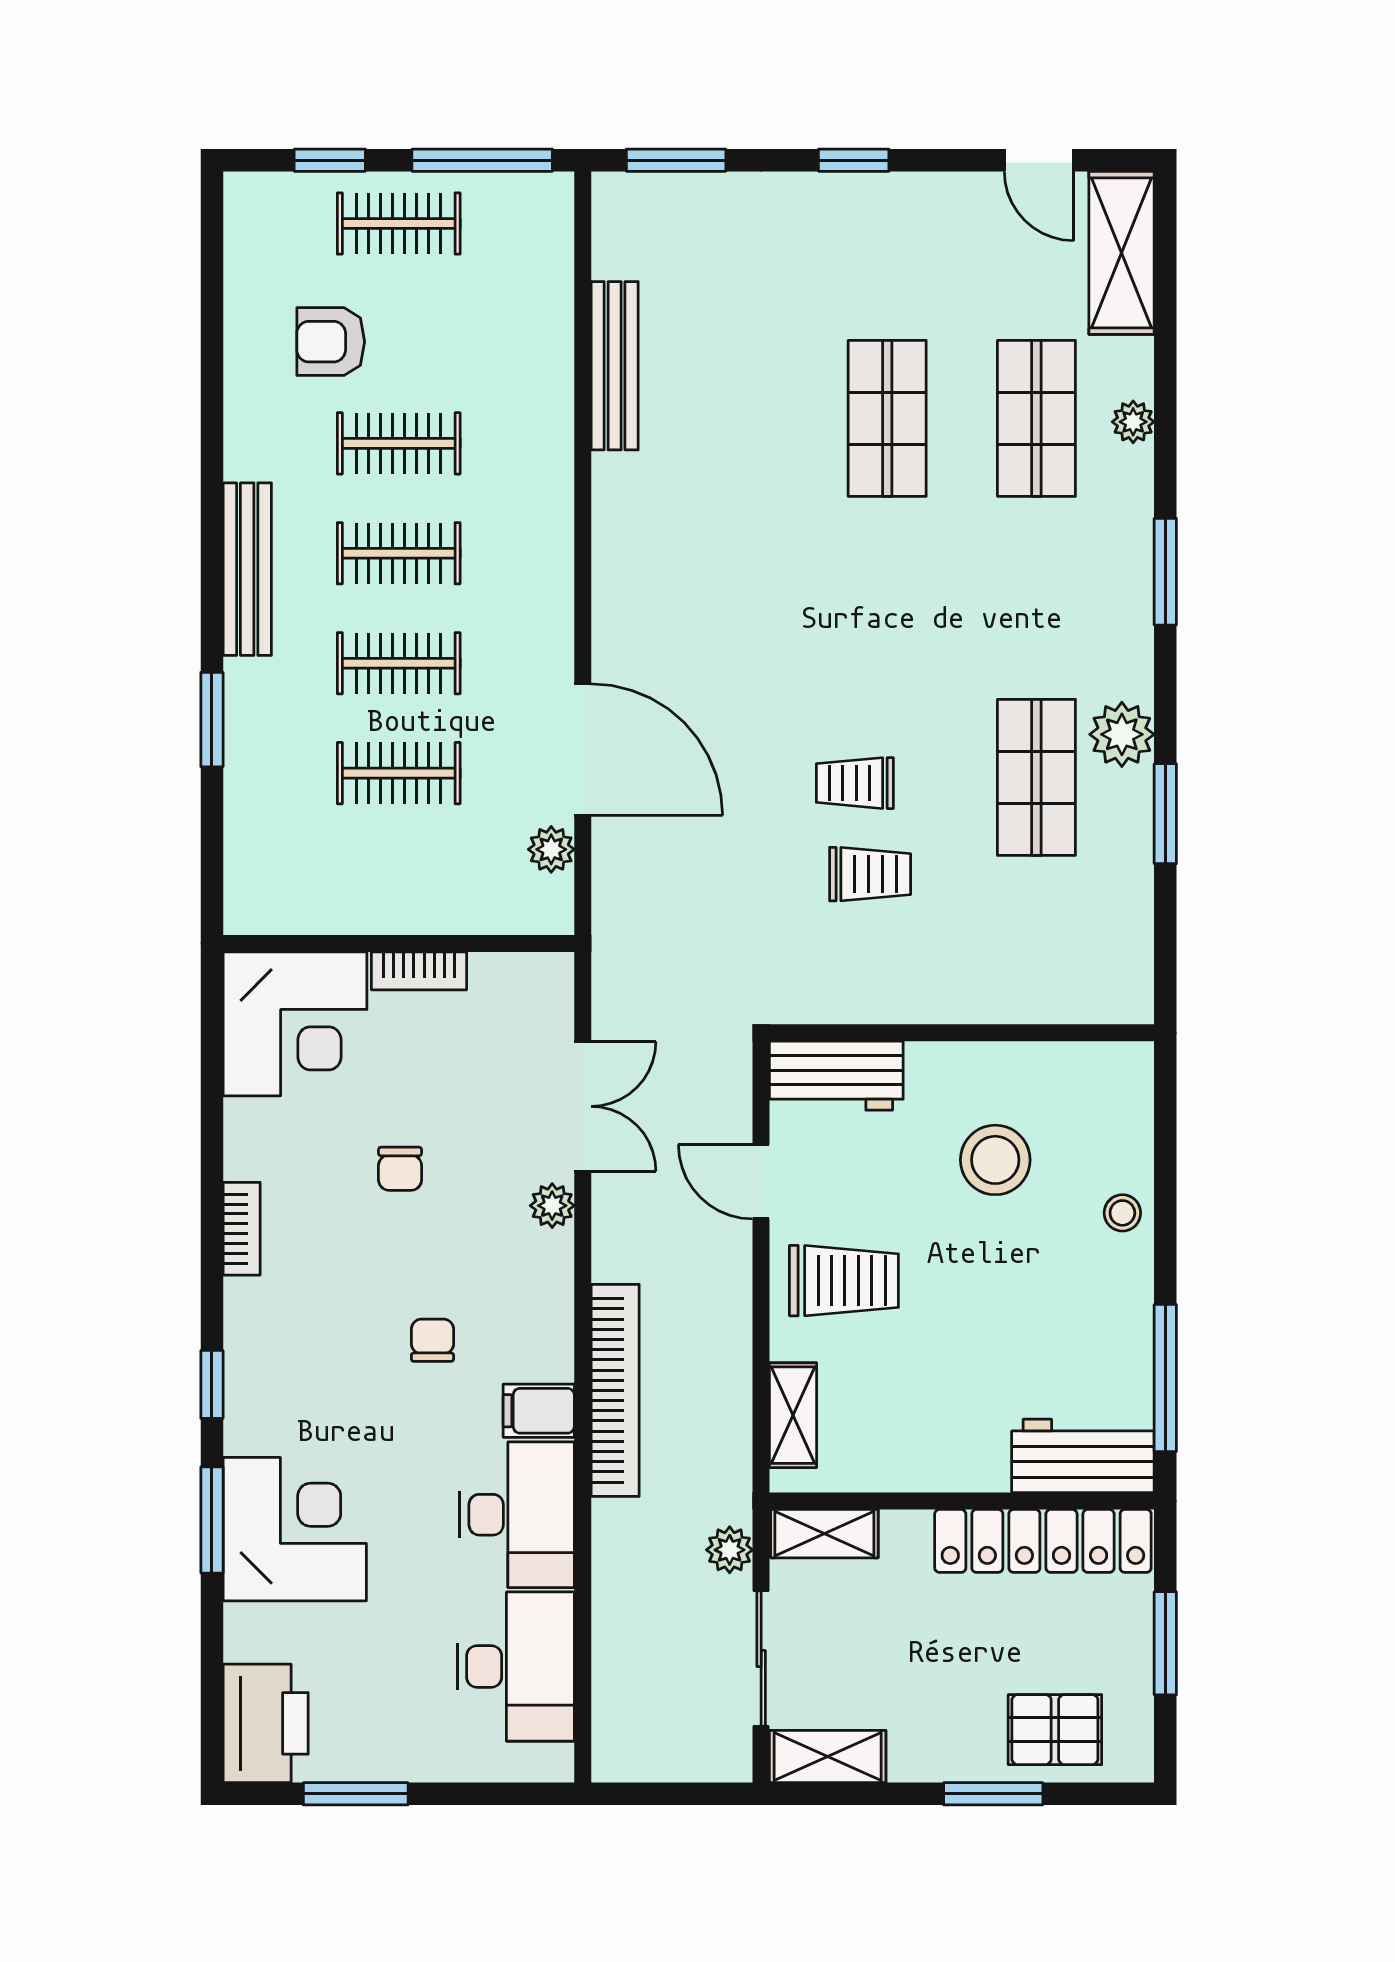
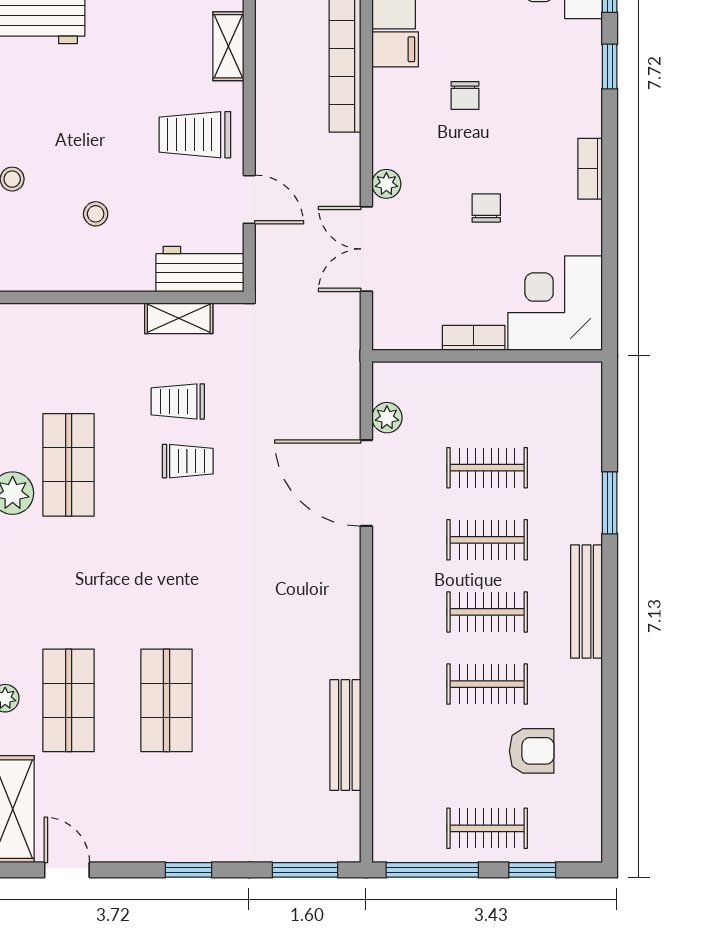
shelving: (869, 1001) -> (179, 318), added
stool: (995, 1160) -> (96, 214), width x0.53, depth x0.53

